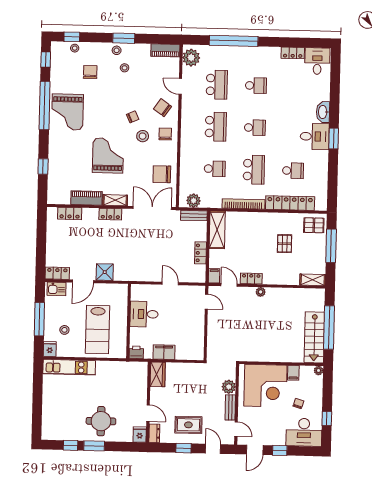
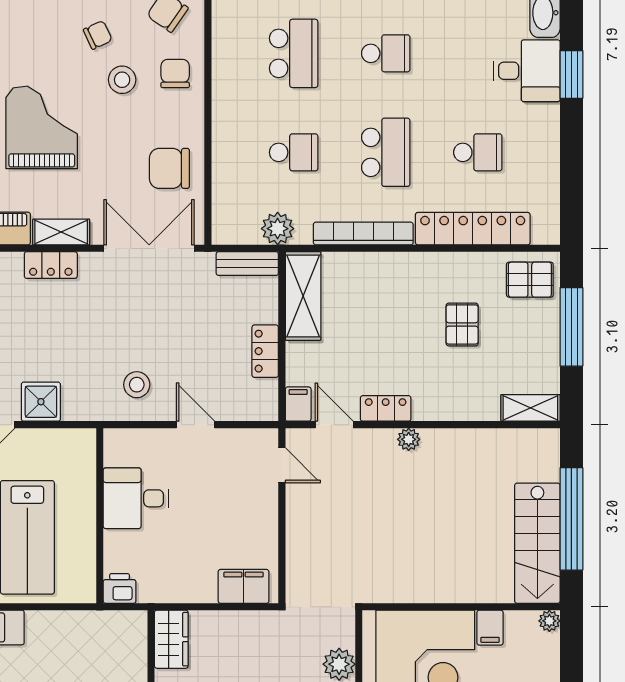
plant: (194, 201) -> (278, 229), moved
stool: (146, 266) -> (137, 385), added
filing cabinet: (164, 352) -> (244, 586), moved

